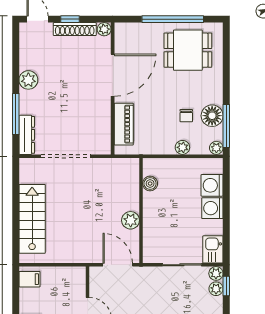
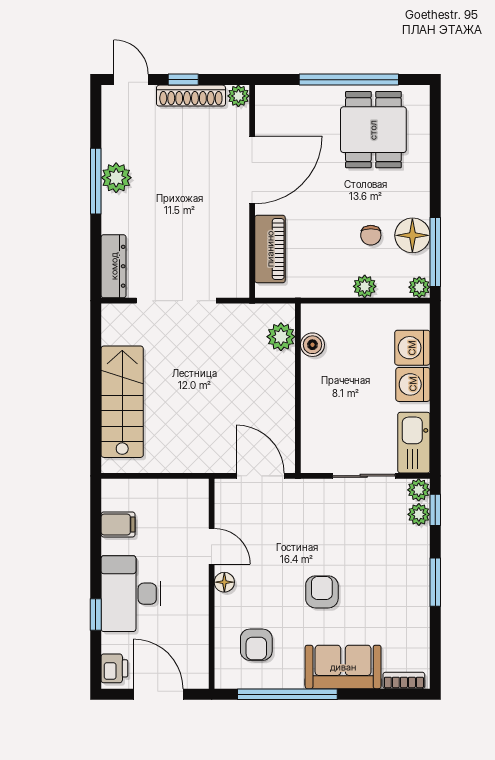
dining table: (188, 50) -> (373, 130), turned 90
window: (16, 114) -> (96, 181), moved
plant: (131, 220) -> (281, 337), moved
kitchen sink: (213, 249) -> (414, 443), width x1.38
filing cabinet: (29, 279) -> (118, 525), moved

